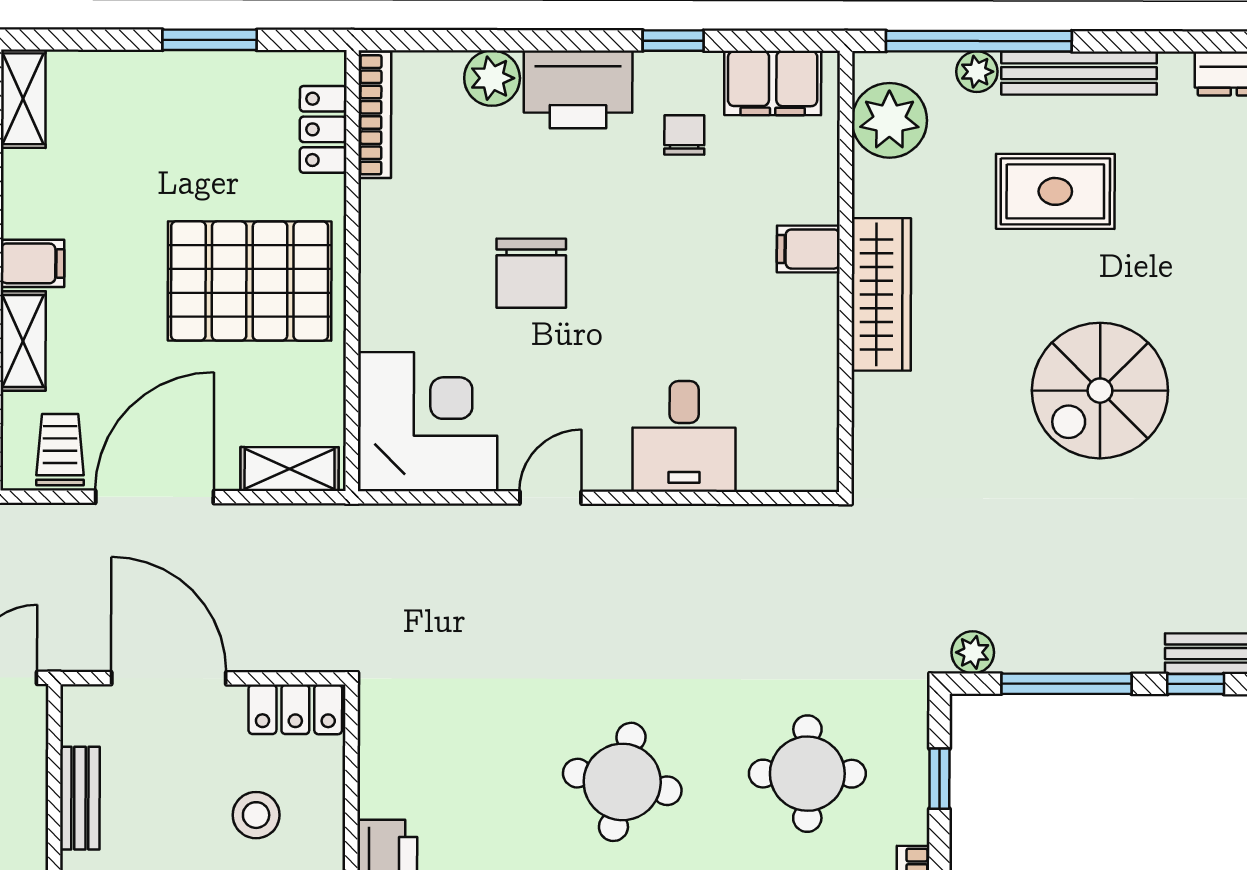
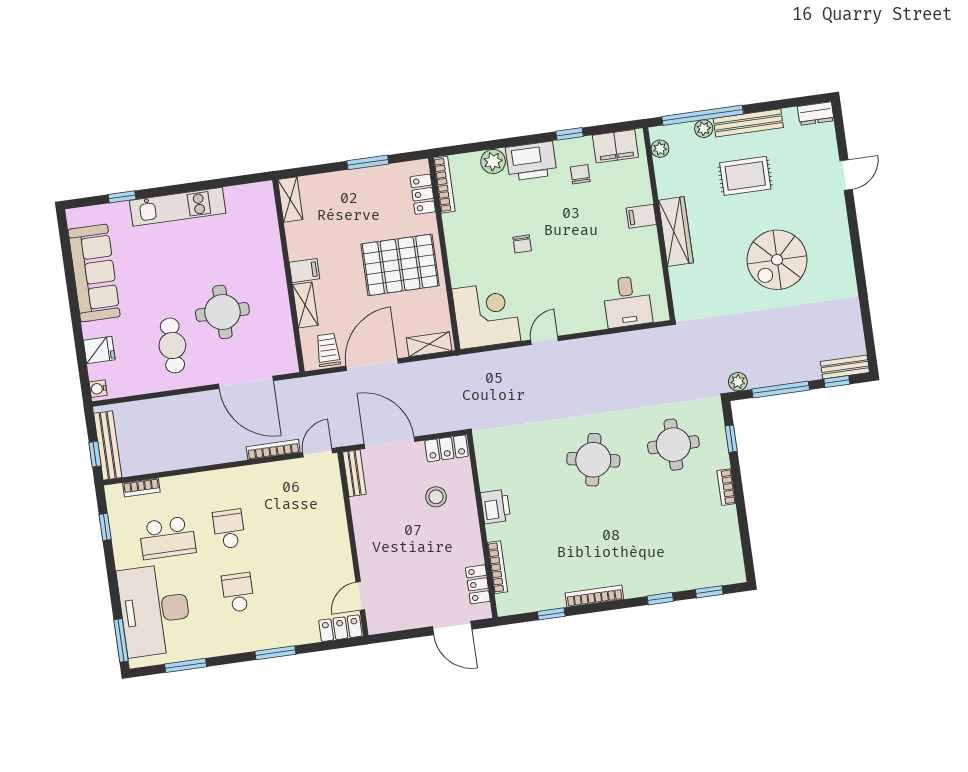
plant: (889, 120) -> (660, 149), width x0.53, depth x0.53
chair: (531, 273) -> (522, 244), width x0.54, depth x0.54
desk: (684, 436) -> (627, 302), moved
bench: (80, 798) -> (354, 473), moved

